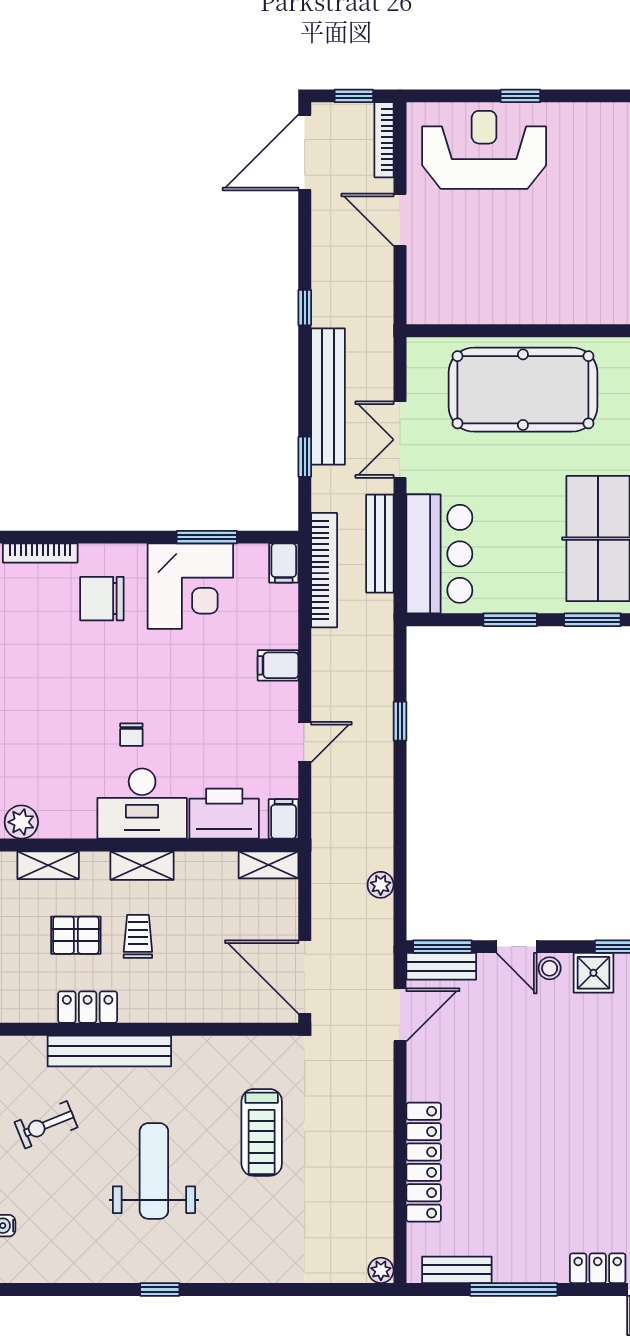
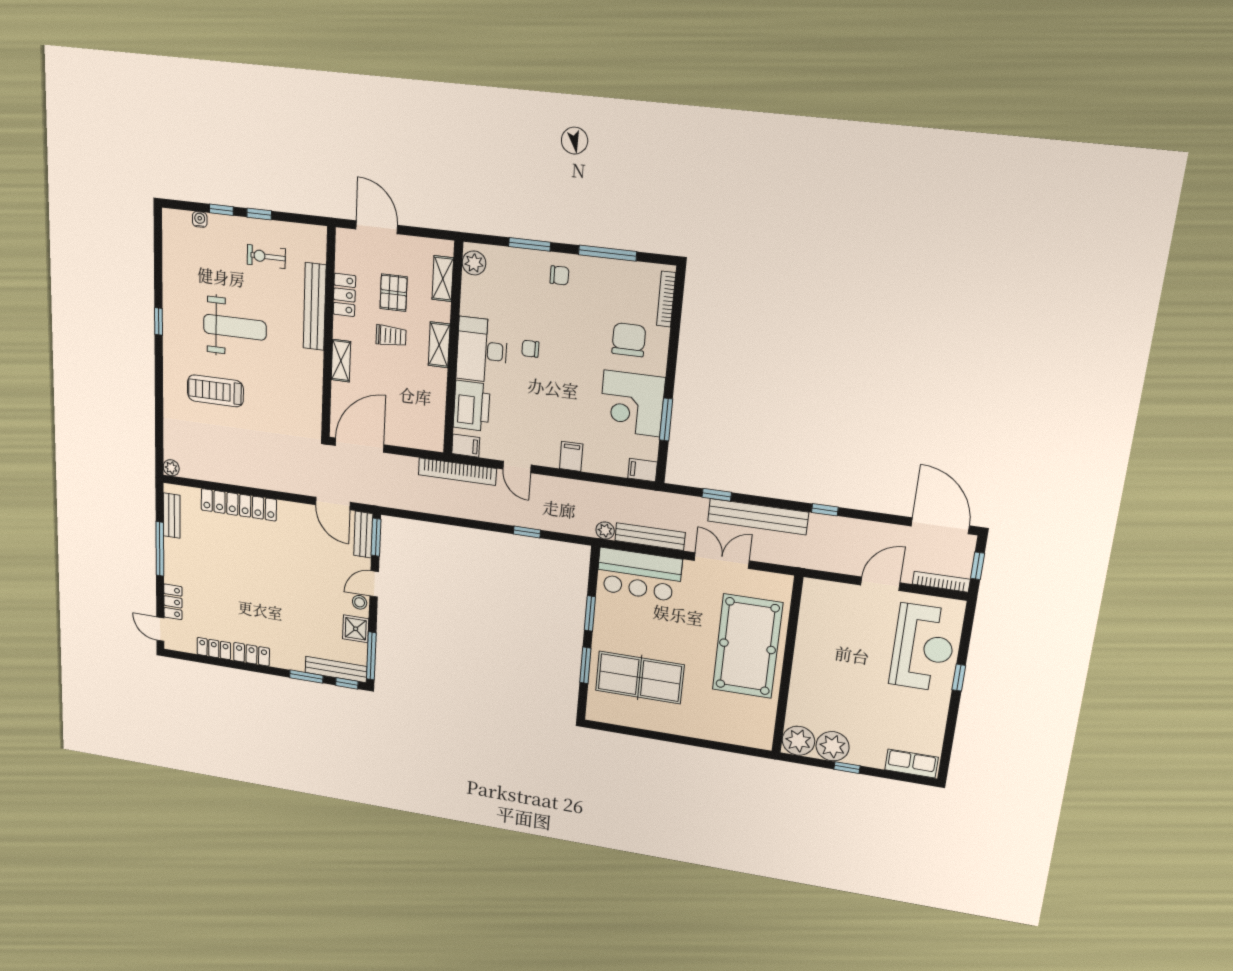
bookcase: (324, 570) -> (457, 472), moved
chair: (25, 701) -> (559, 275), added
shelving: (268, 865) -> (341, 361), moved
plant: (381, 885) -> (605, 531), moved
exercise bike: (46, 1125) -> (266, 257), turned -68
treadmill: (262, 1132) -> (215, 391), moved

